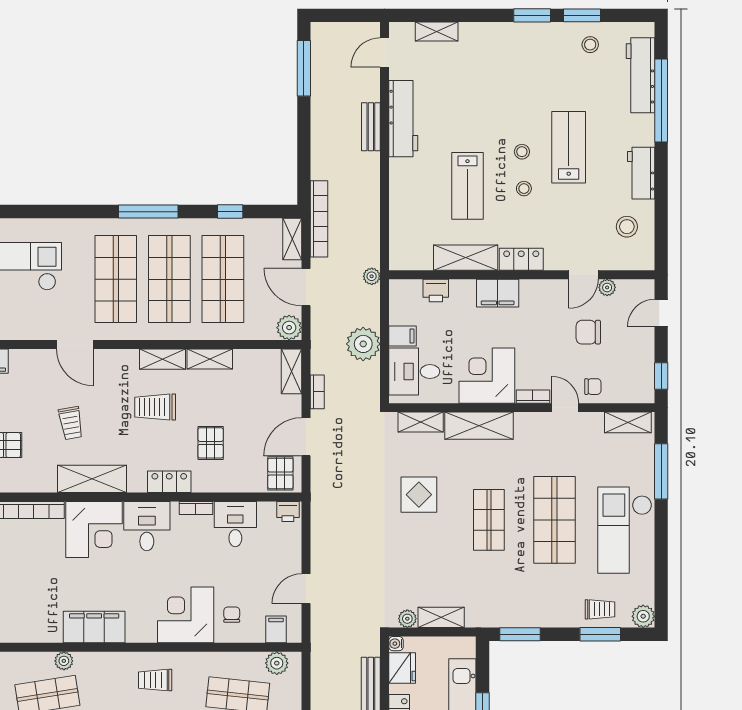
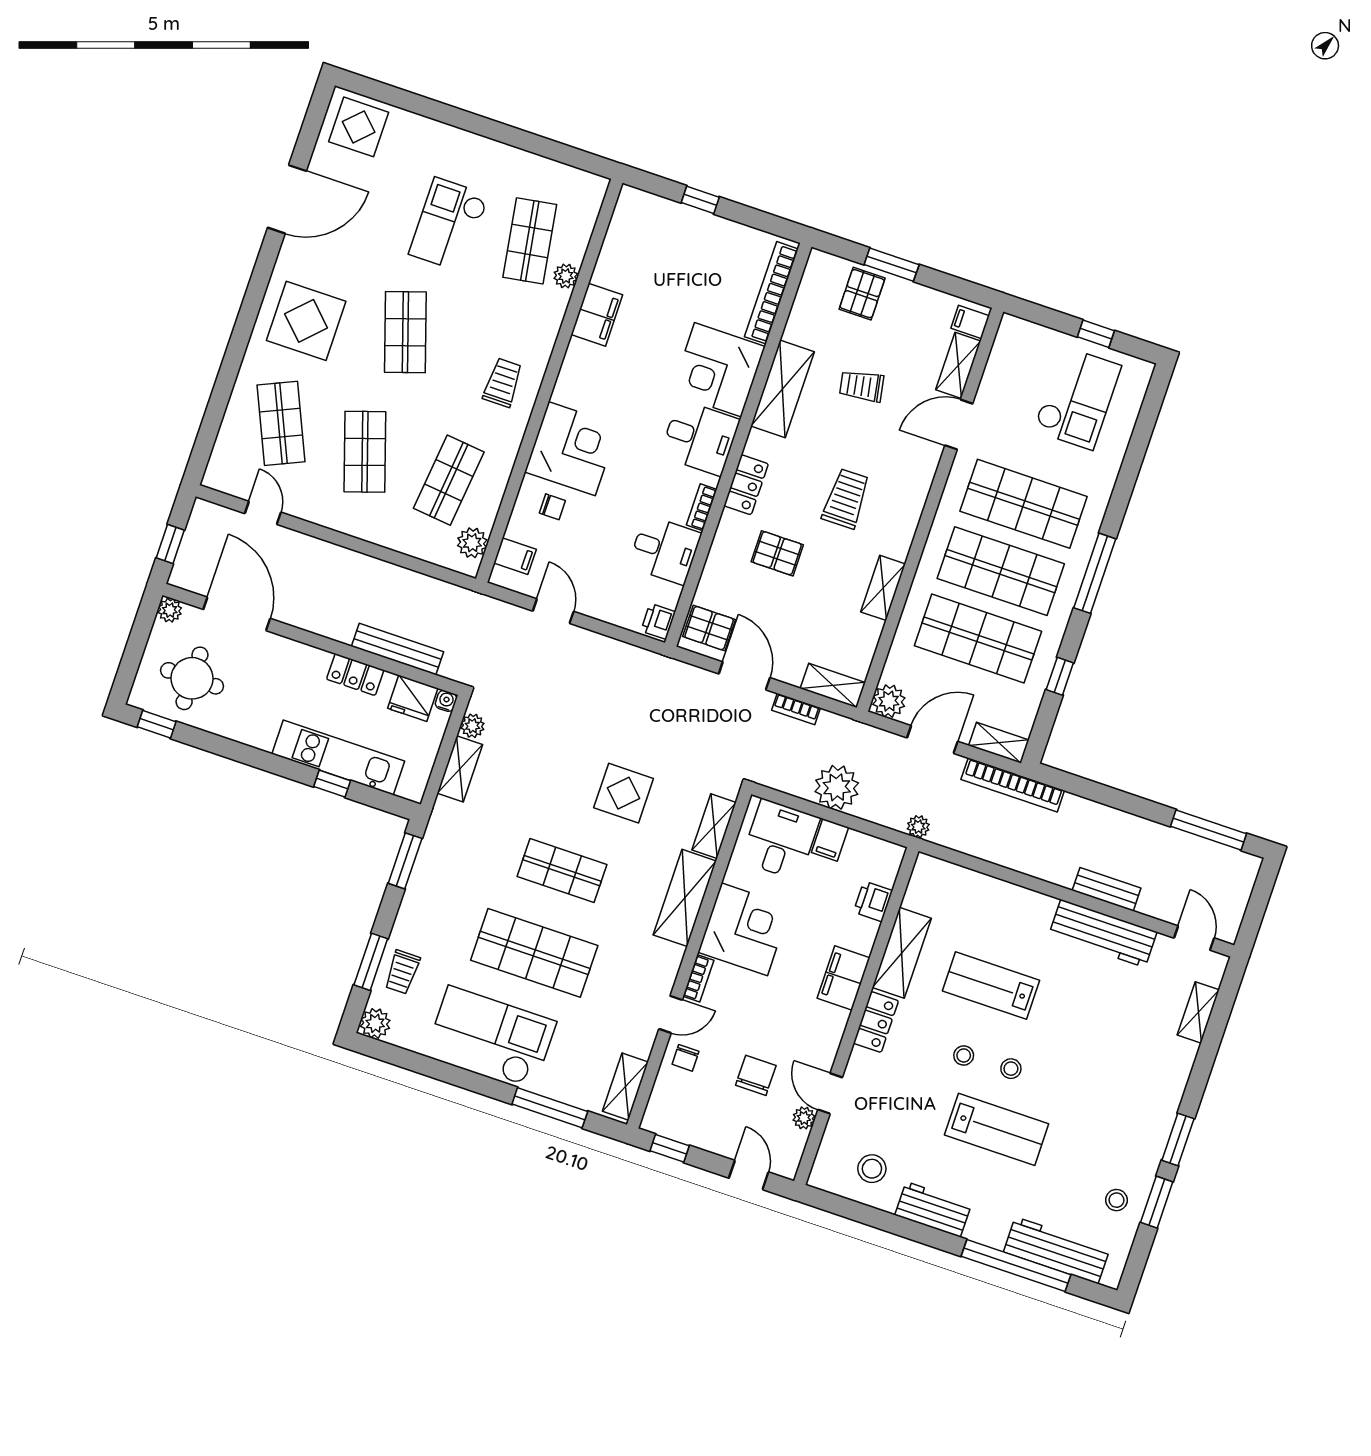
shelving: (162, 359) -> (958, 365), moved
filing cabinet: (94, 627) -> (597, 315), width x0.67, depth x0.86

